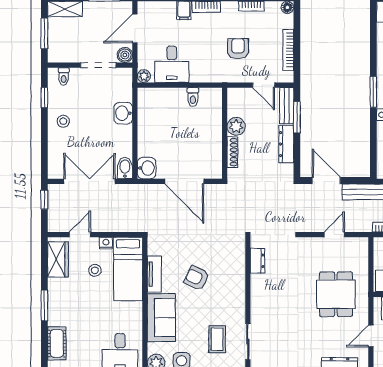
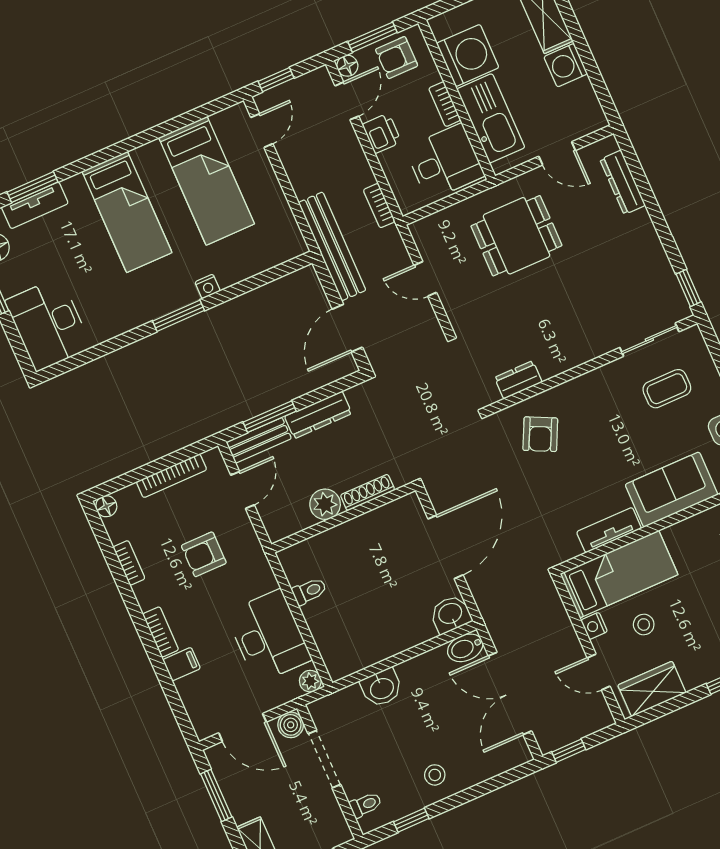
desk: (172, 64) -> (269, 636), width x1.37
armchair: (197, 278) -> (540, 434), moved

